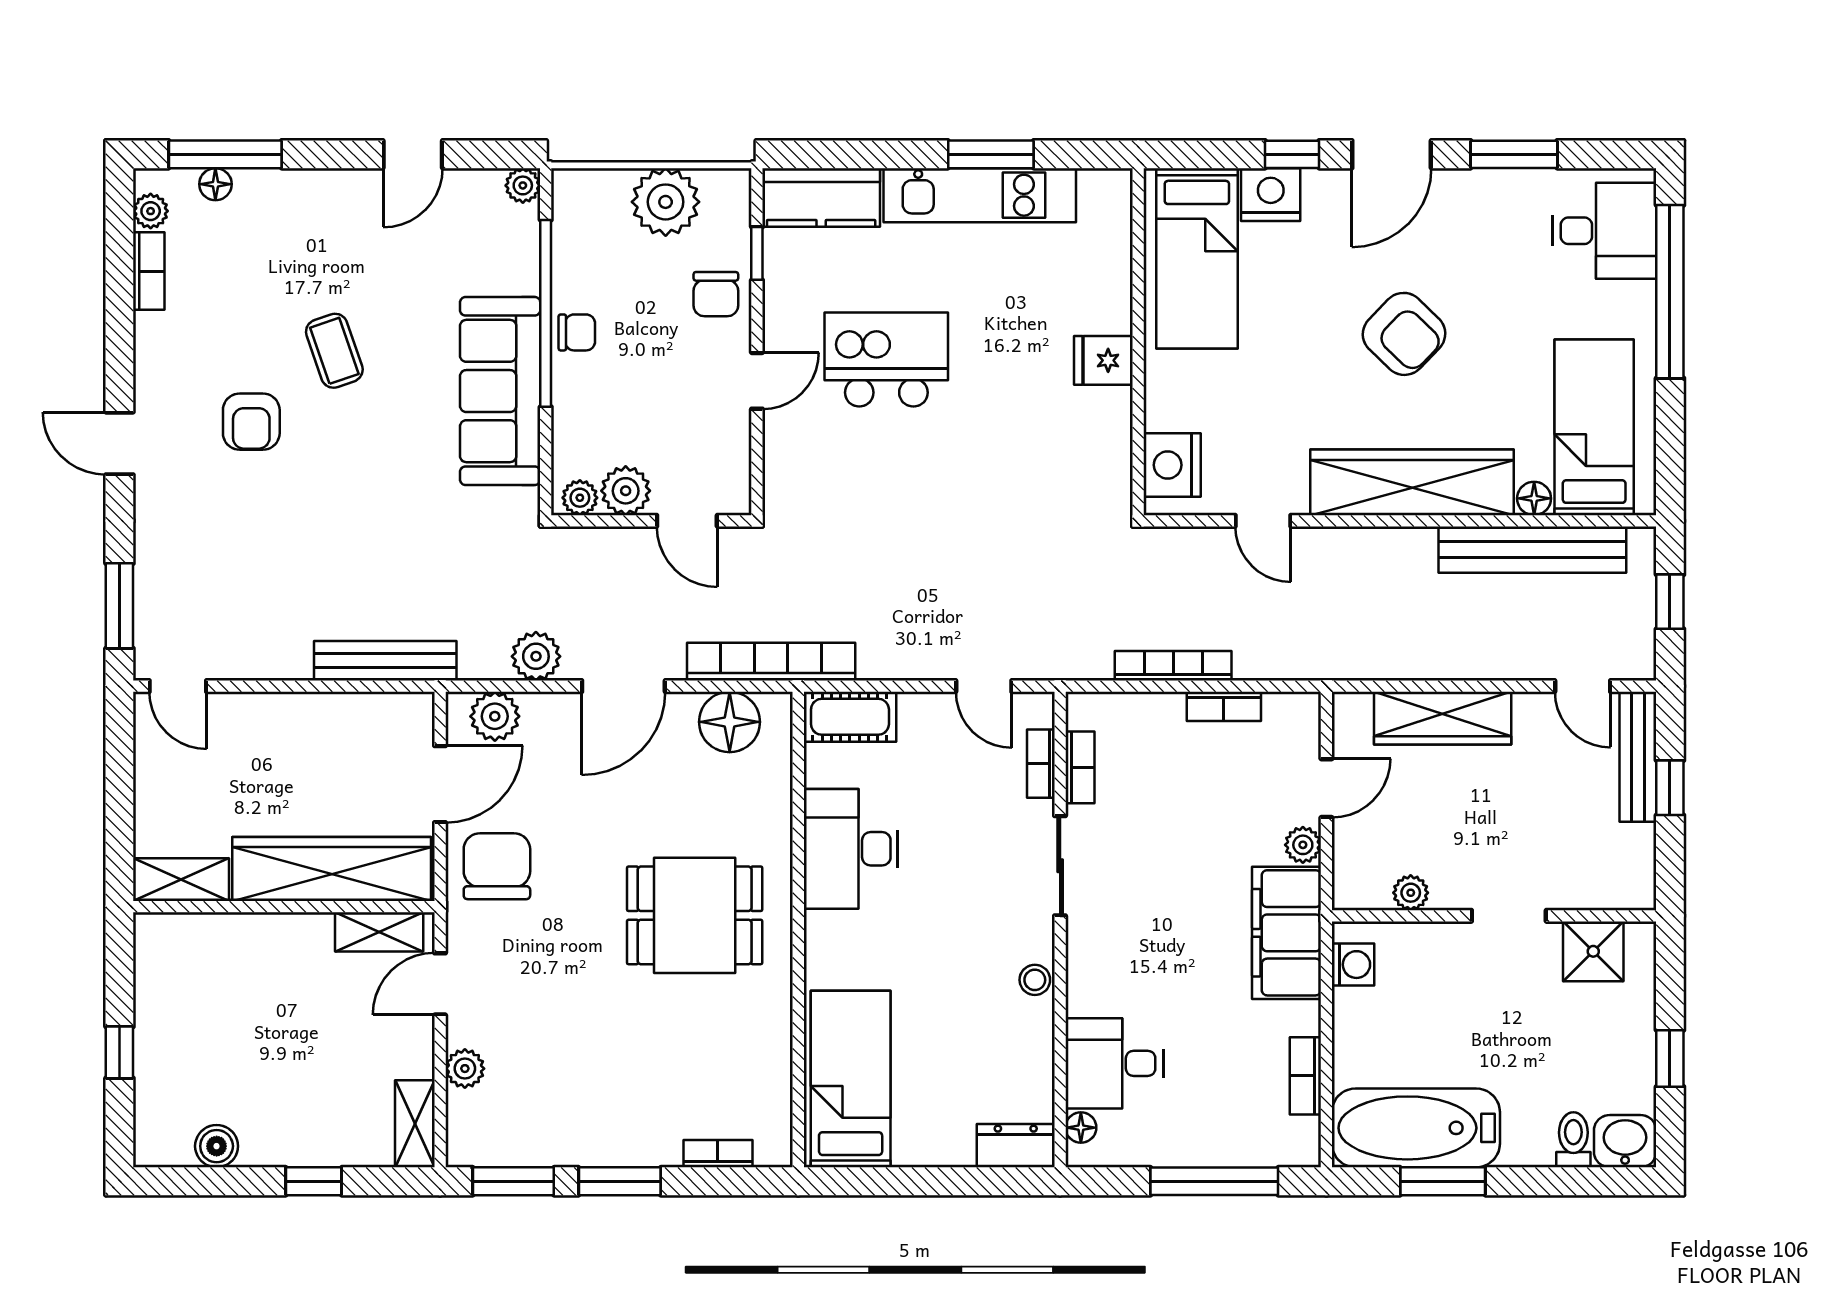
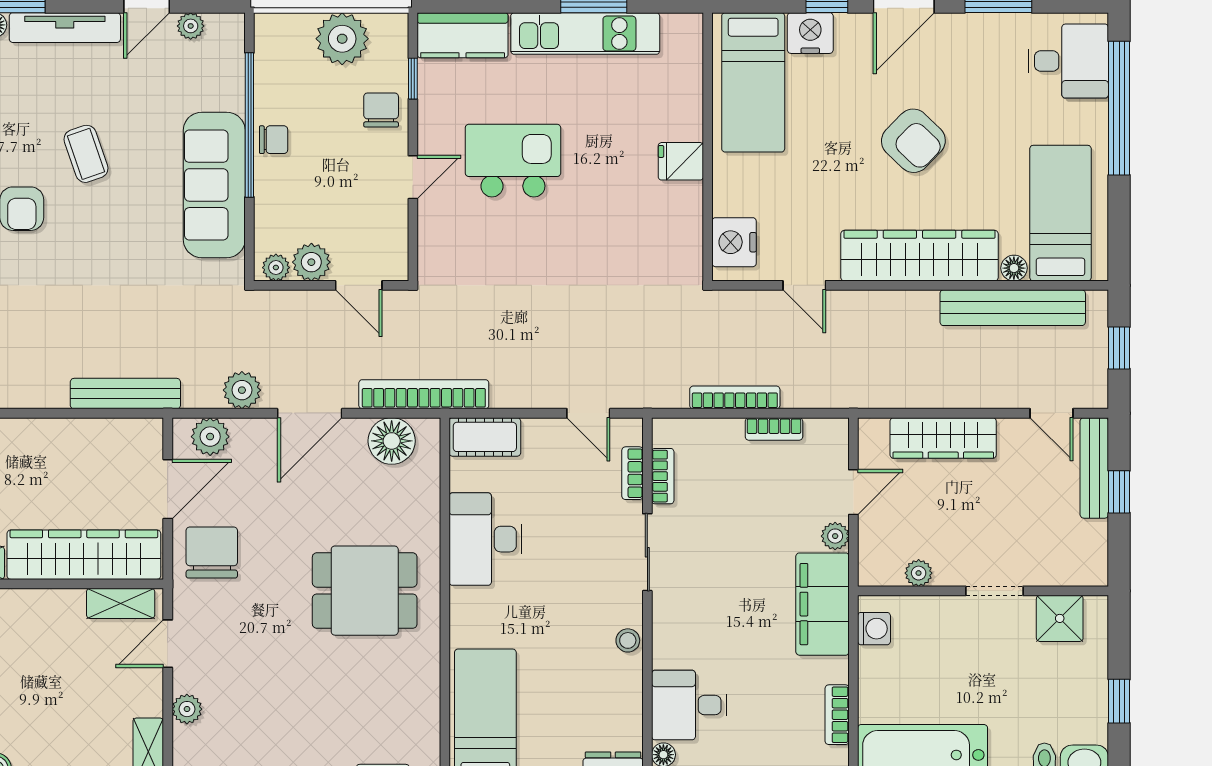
plant: (523, 185) -> (191, 26), moved
tv unit: (307, 188) -> (65, 28), added
chair: (716, 294) -> (381, 110), turned 180

